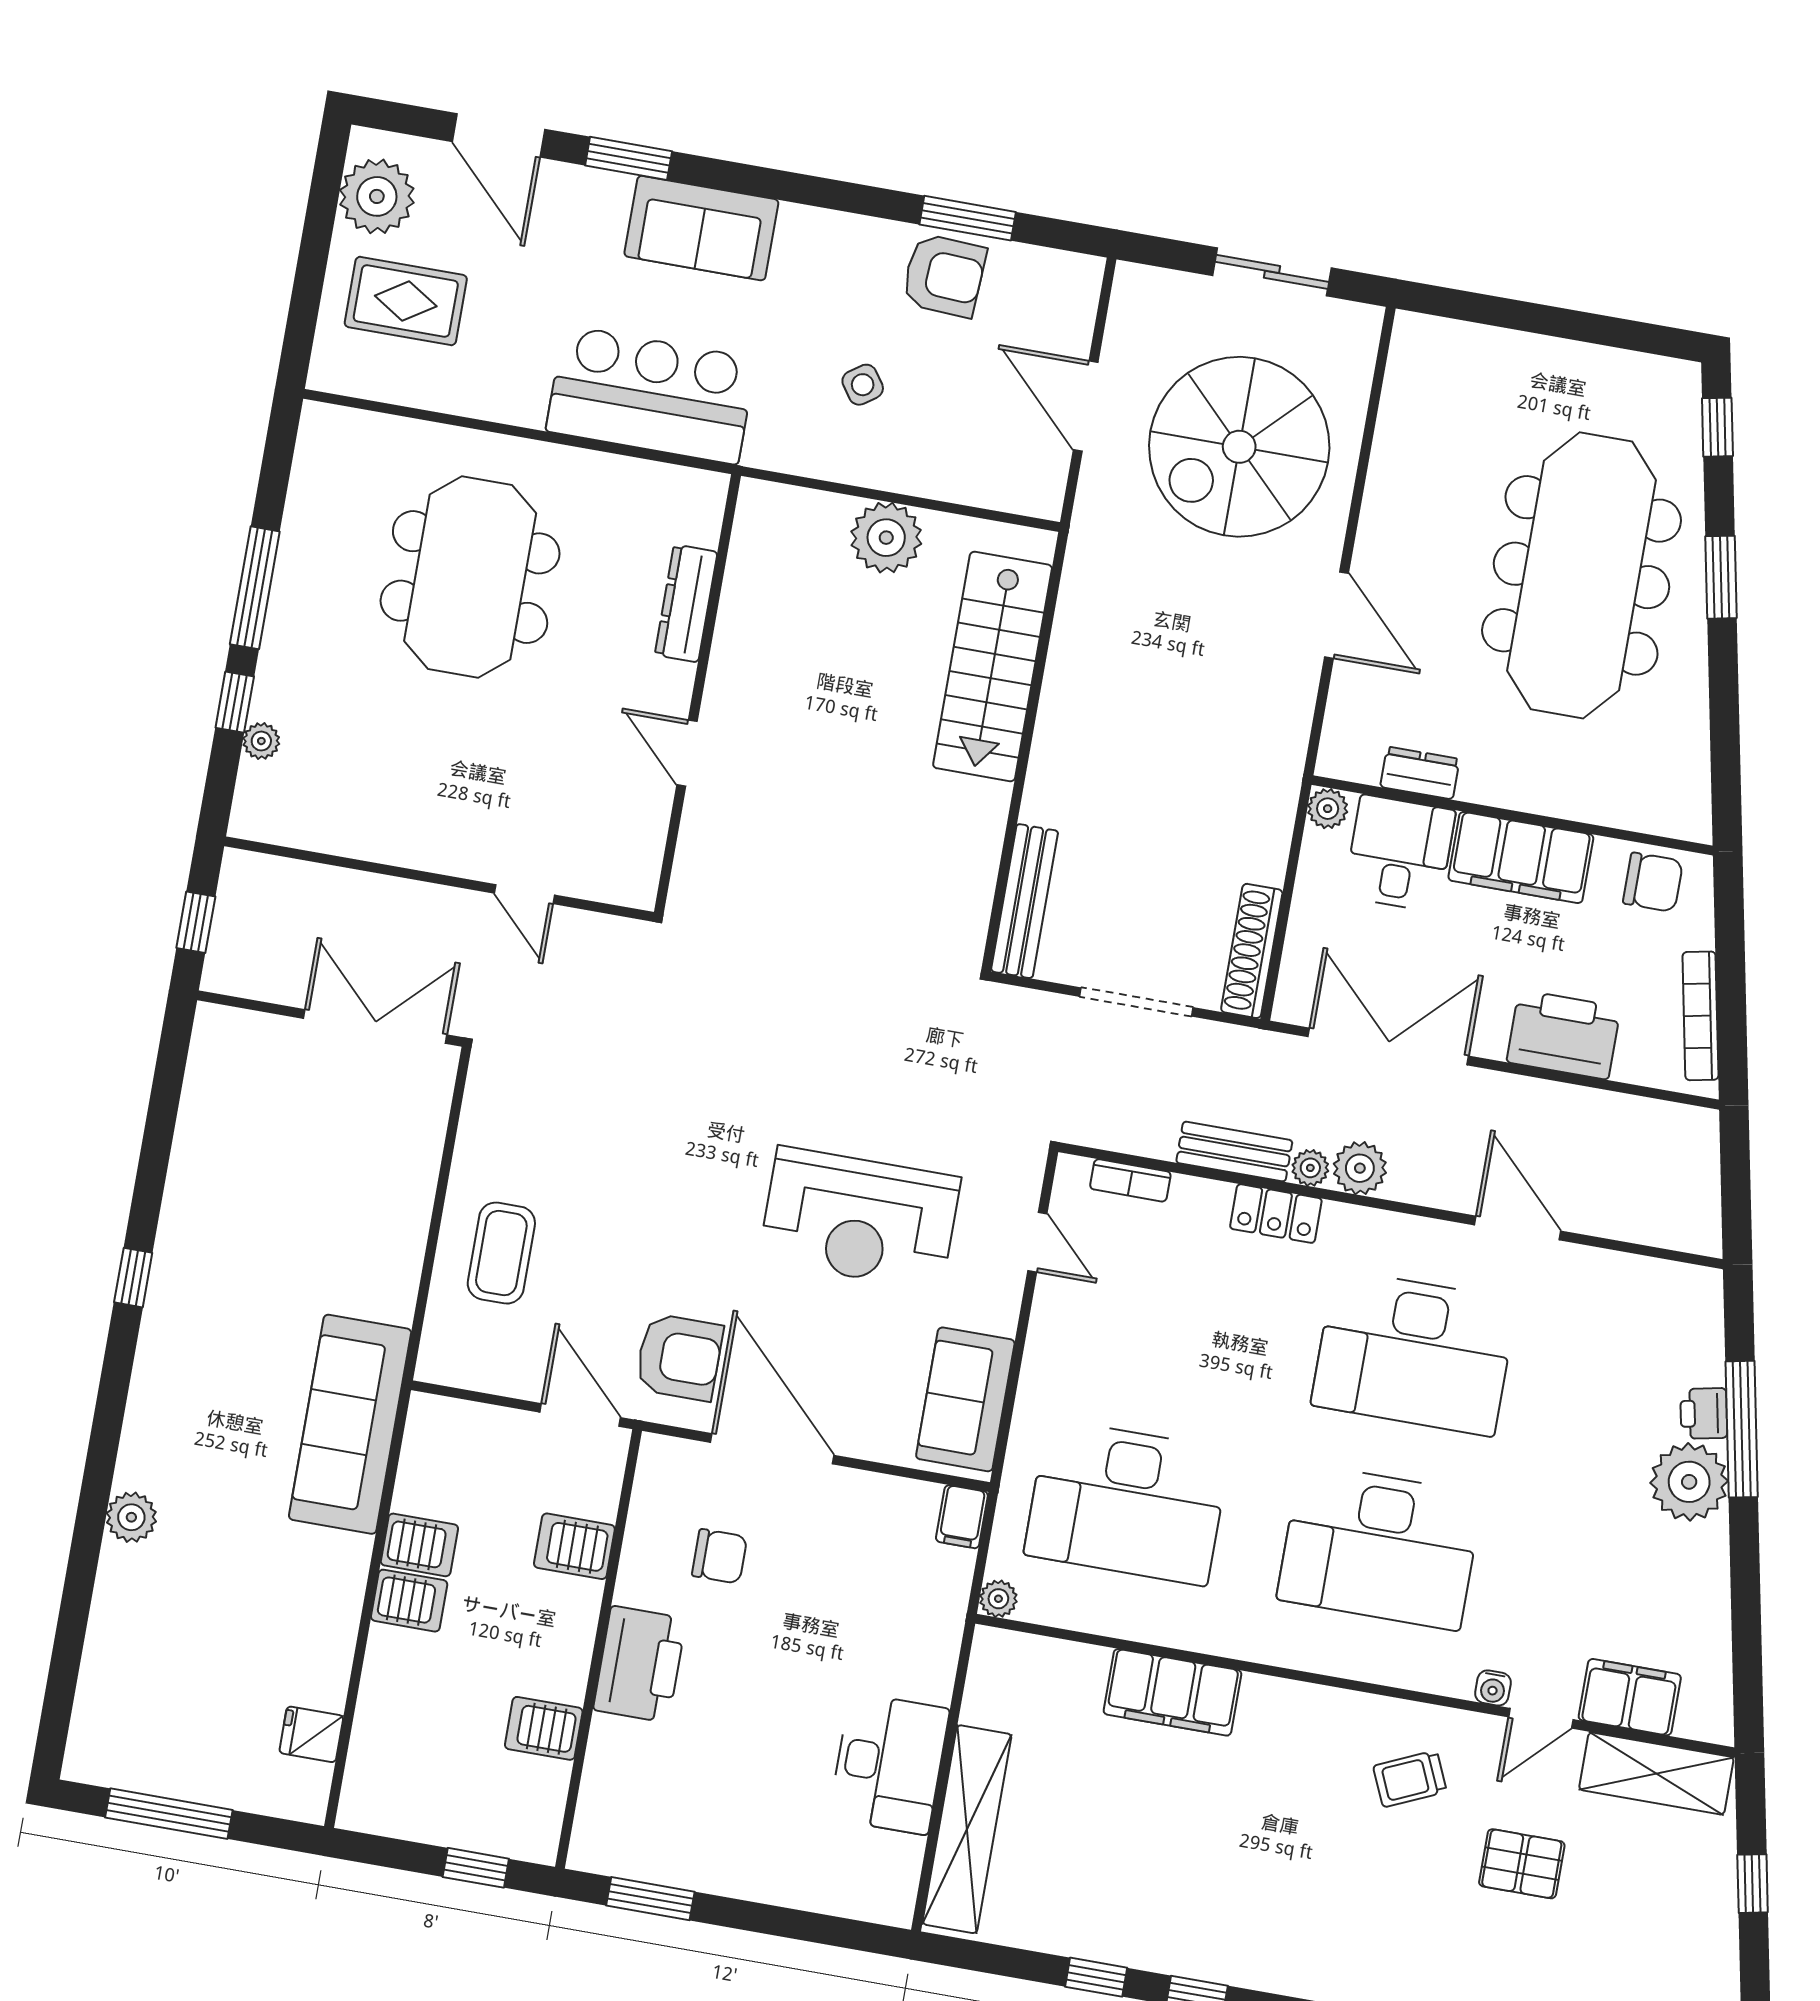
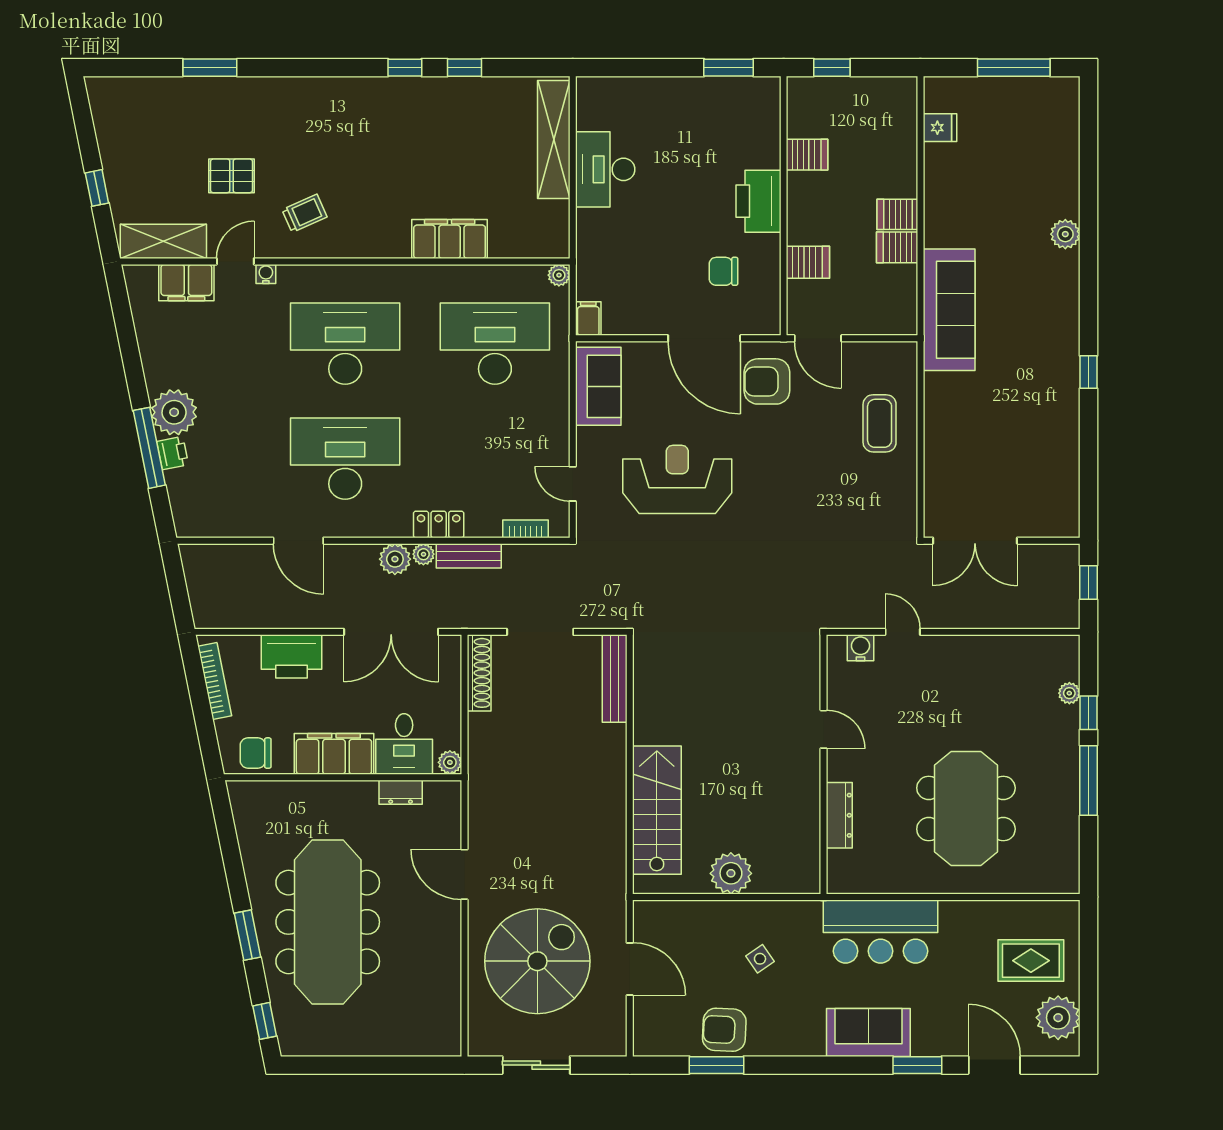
water cooler: (600, 880) -> (860, 648), added

